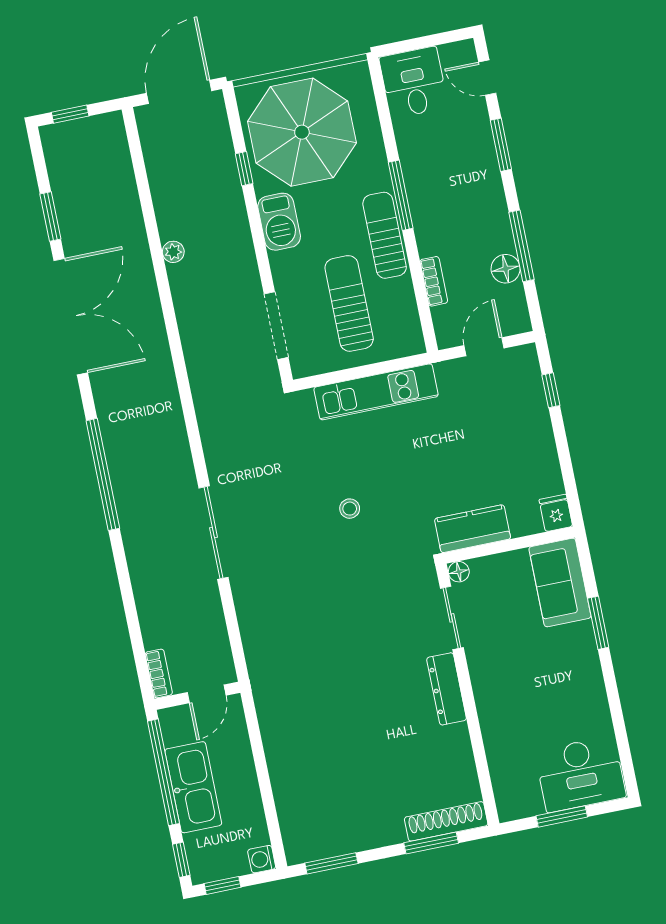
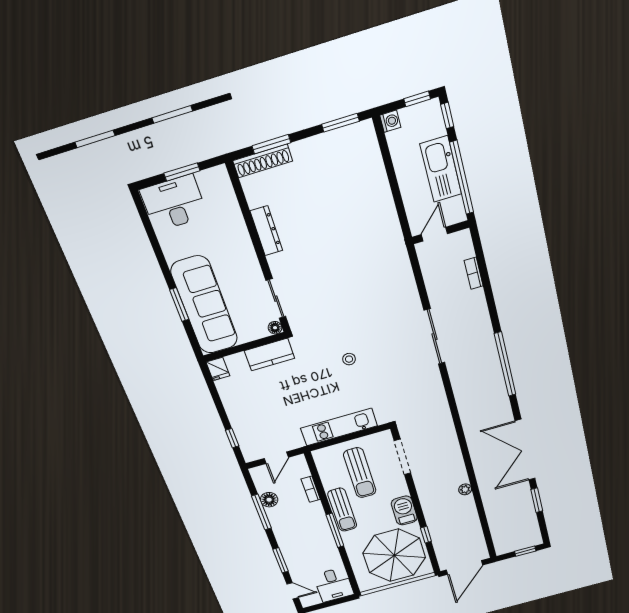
sofa: (560, 582) -> (204, 305), width x1.85, depth x1.27
bookcase: (159, 673) -> (474, 273), moved
dresser: (447, 689) -> (266, 231), moved

